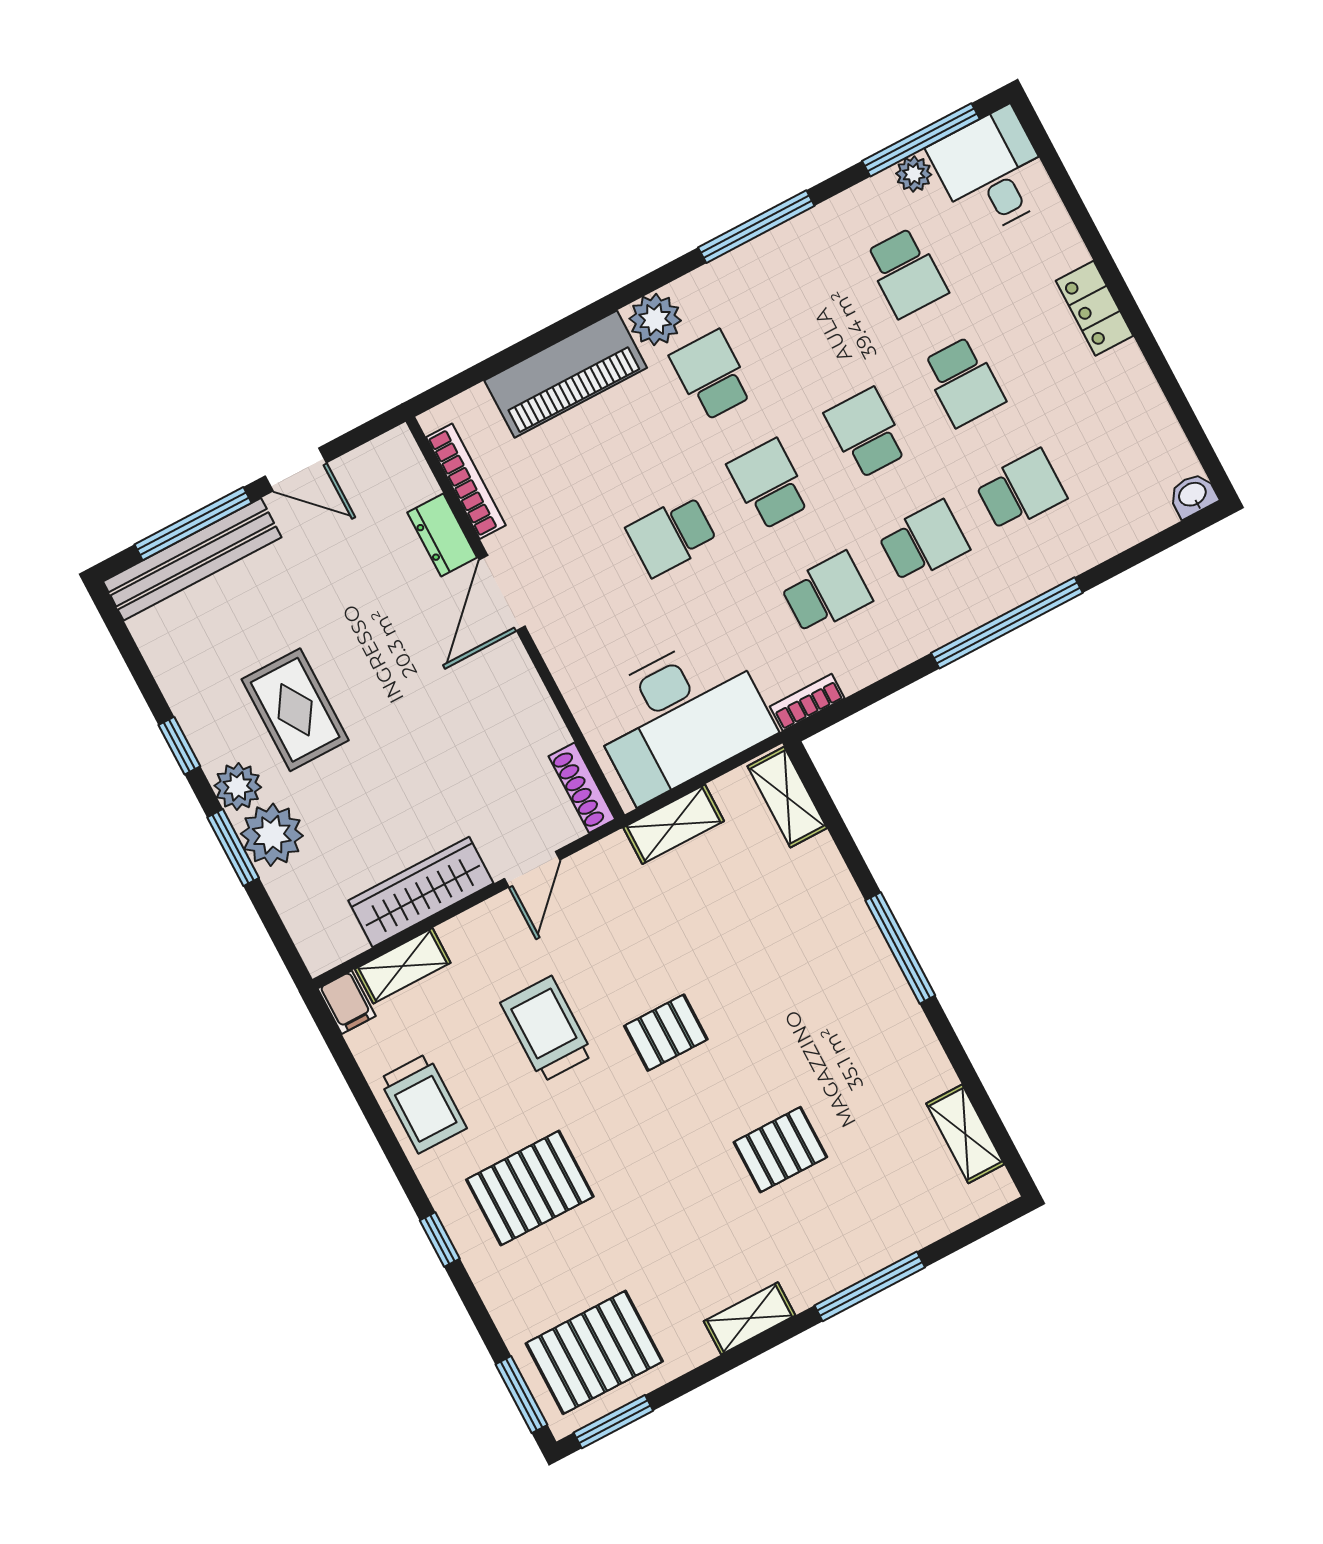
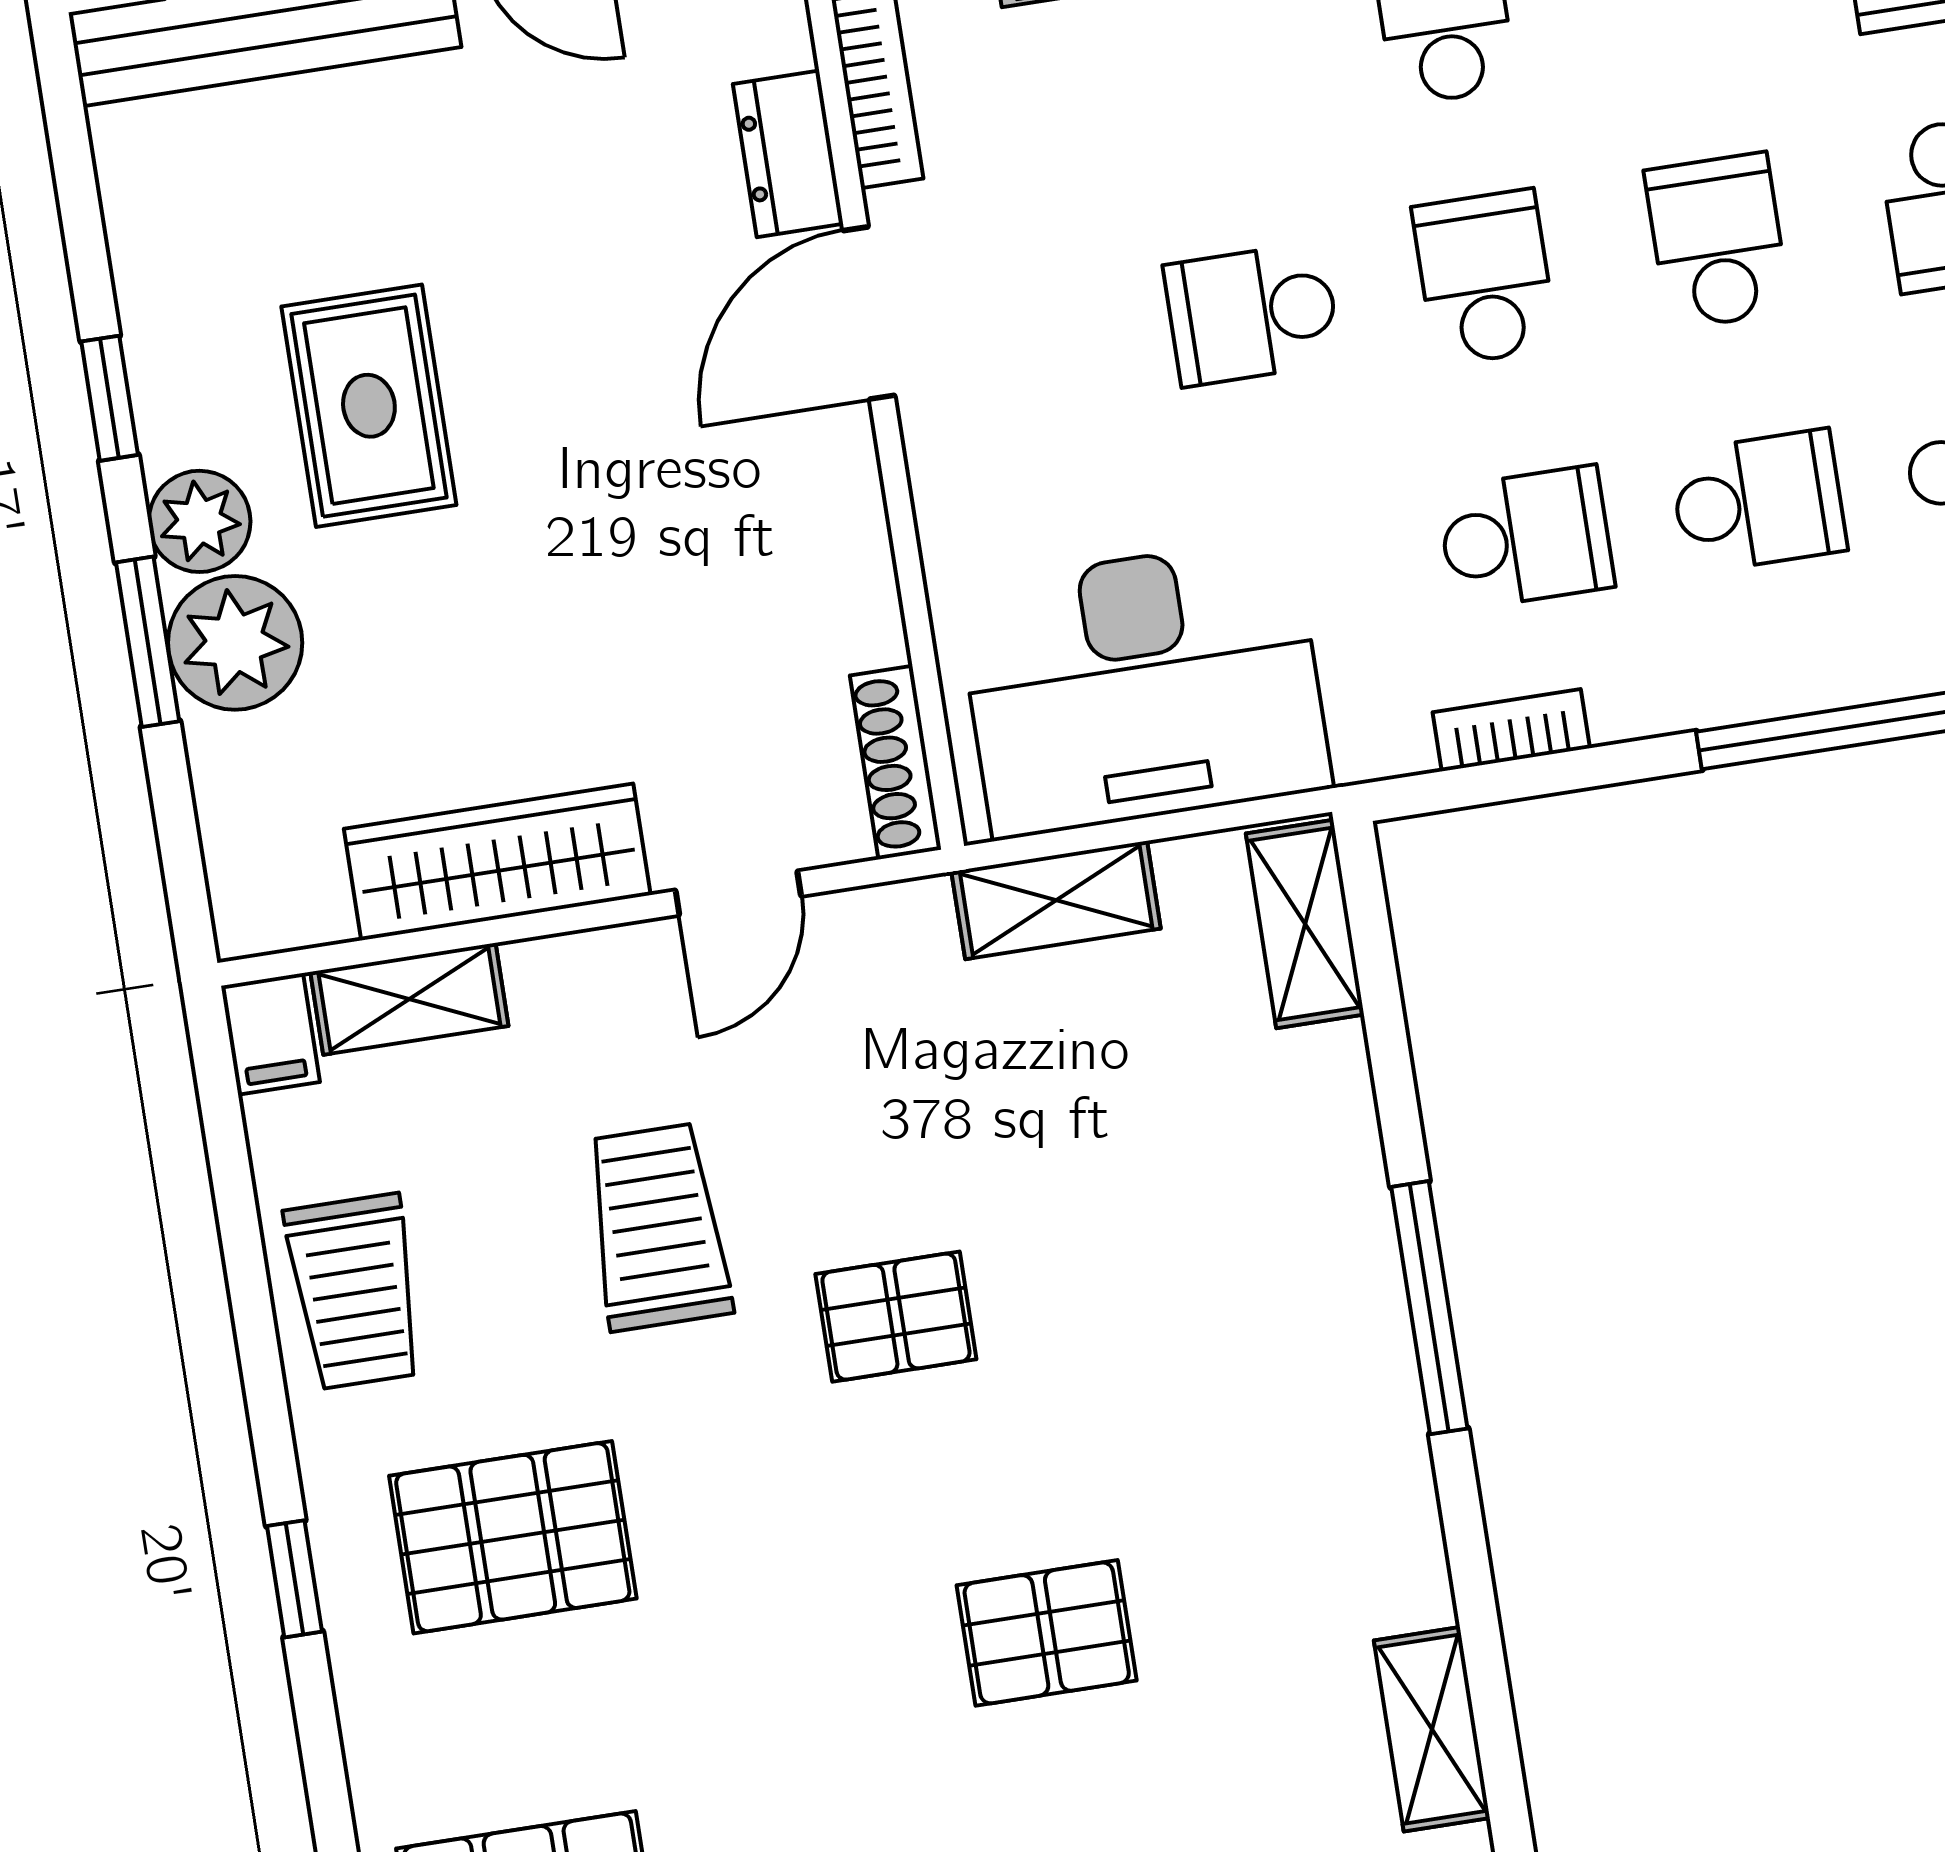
bookcase: (807, 702) -> (1511, 730), moved

